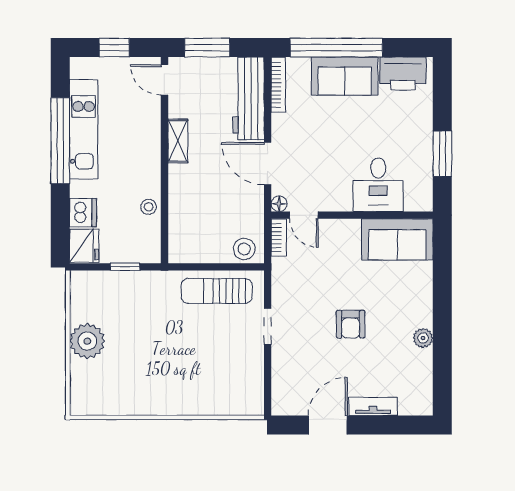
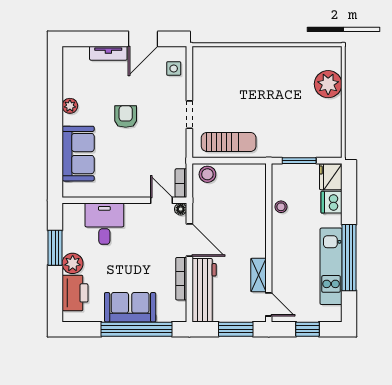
printer: (403, 74) -> (75, 293), moved, turned 90
bookcase: (278, 85) -> (181, 279), moved
plant: (420, 133) -> (73, 263), added
shelving: (178, 141) -> (258, 275), moved
sofa: (397, 239) -> (78, 154), moved, turned 90
window: (125, 267) -> (299, 161), width x1.50
plant: (87, 341) -> (328, 84), moved
side table: (288, 387) -> (174, 68), added

